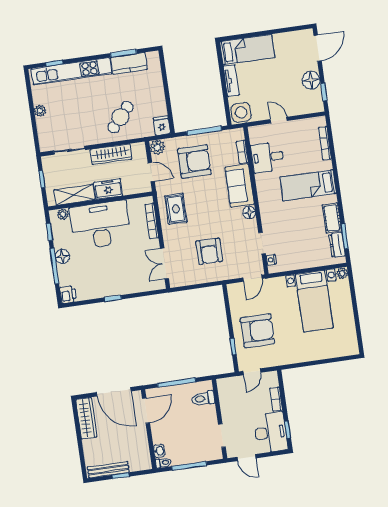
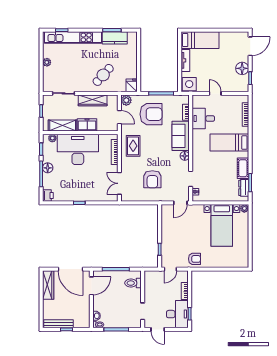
armchair: (257, 331) -> (194, 259), moved, width x0.53, depth x0.53

